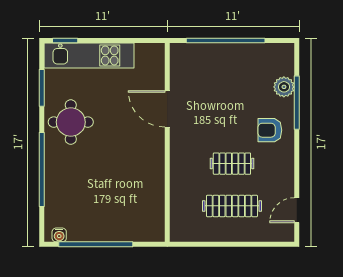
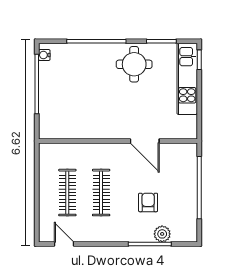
door: (167, 109) -> (145, 141), swing flipped
armchair: (270, 130) -> (148, 202), moved
clothes rail: (232, 164) -> (101, 193), width x1.36

